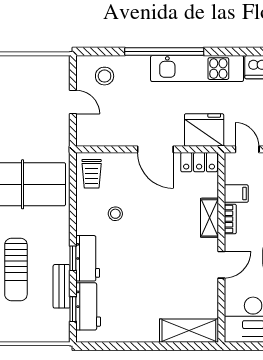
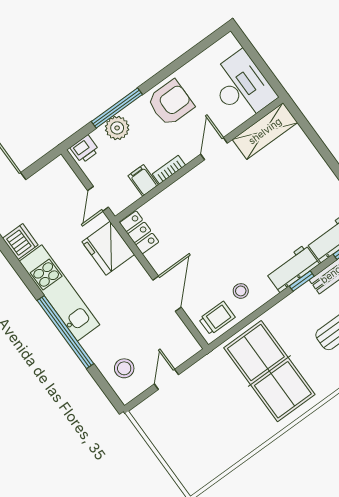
door: (155, 149) -> (167, 294), moved
stool: (115, 214) -> (241, 291), moved
shelving: (209, 218) -> (181, 188), removed
door: (221, 265) -> (214, 149), hinge flipped
shelving: (189, 331) -> (265, 131), moved, turned 90

